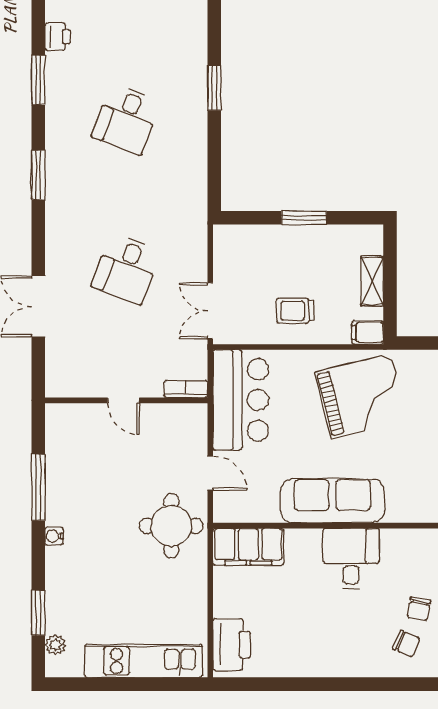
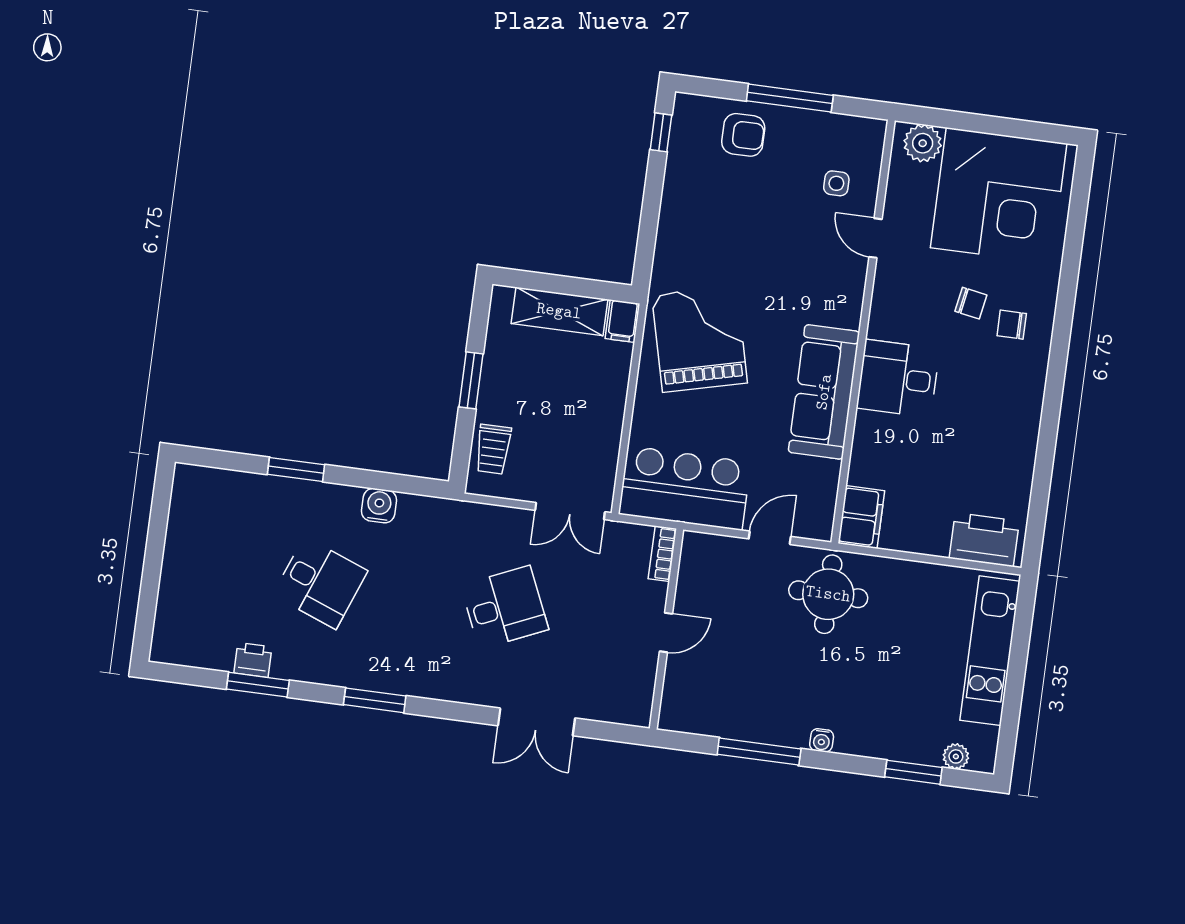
printer: (58, 37) -> (253, 660), moved
water cooler: (194, 158) -> (379, 506), added
desk: (126, 269) -> (505, 607), turned -45
shelving: (372, 281) -> (559, 311), width x1.50, depth x1.33
trolley: (295, 311) -> (493, 449), moved
filing cabinet: (248, 547) -> (861, 517), width x0.67, depth x0.86
chair: (406, 643) -> (1012, 325), turned -113

